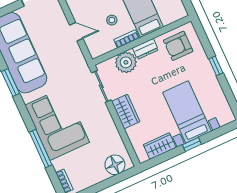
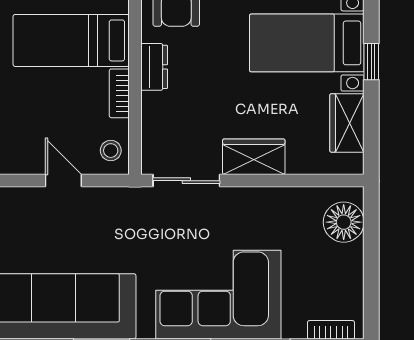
stool: (112, 20) -> (111, 151), moved
door: (76, 32) -> (63, 181), hinge flipped
plant: (126, 62) -> (163, 115), removed

